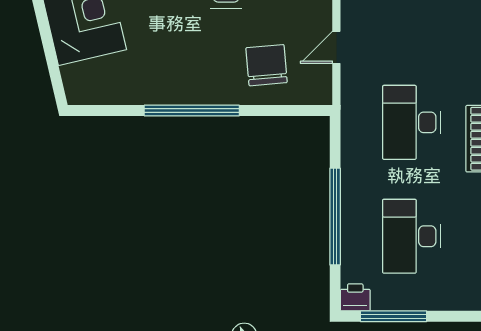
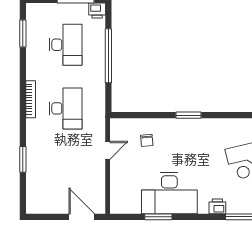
chair: (267, 65) -> (147, 140), width x0.54, depth x0.54
window: (192, 110) -> (189, 115), width x0.47

